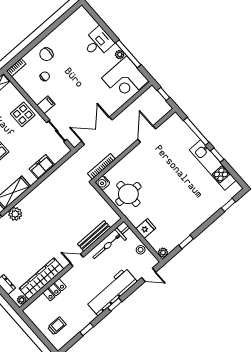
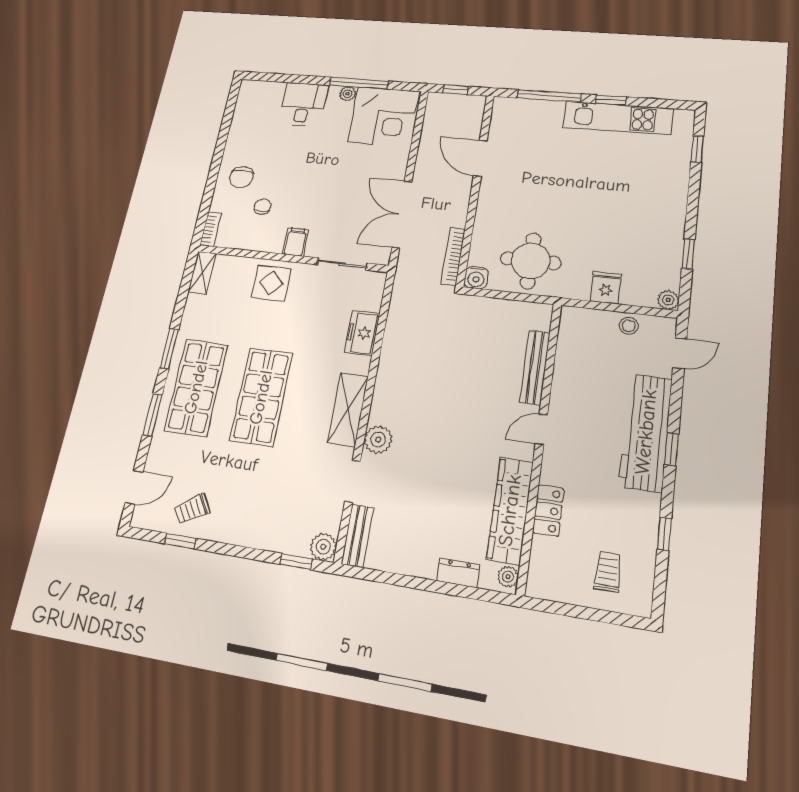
bicycle: (111, 242) -> (571, 354), removed

